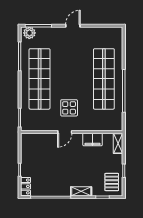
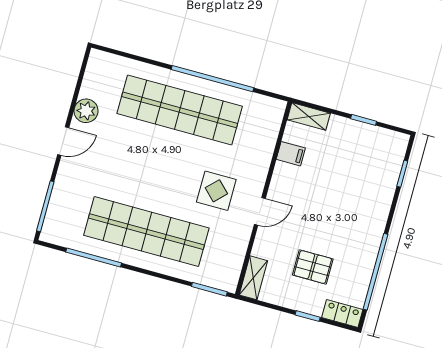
door: (73, 26) -> (63, 141), swing flipped
plant: (29, 33) -> (86, 111), moved
door: (65, 132) -> (260, 211), hinge flipped
filing cabinet: (93, 140) -> (291, 154), width x0.50
pallet: (112, 182) -> (313, 267), moved
shelving: (81, 191) -> (253, 278), moved

